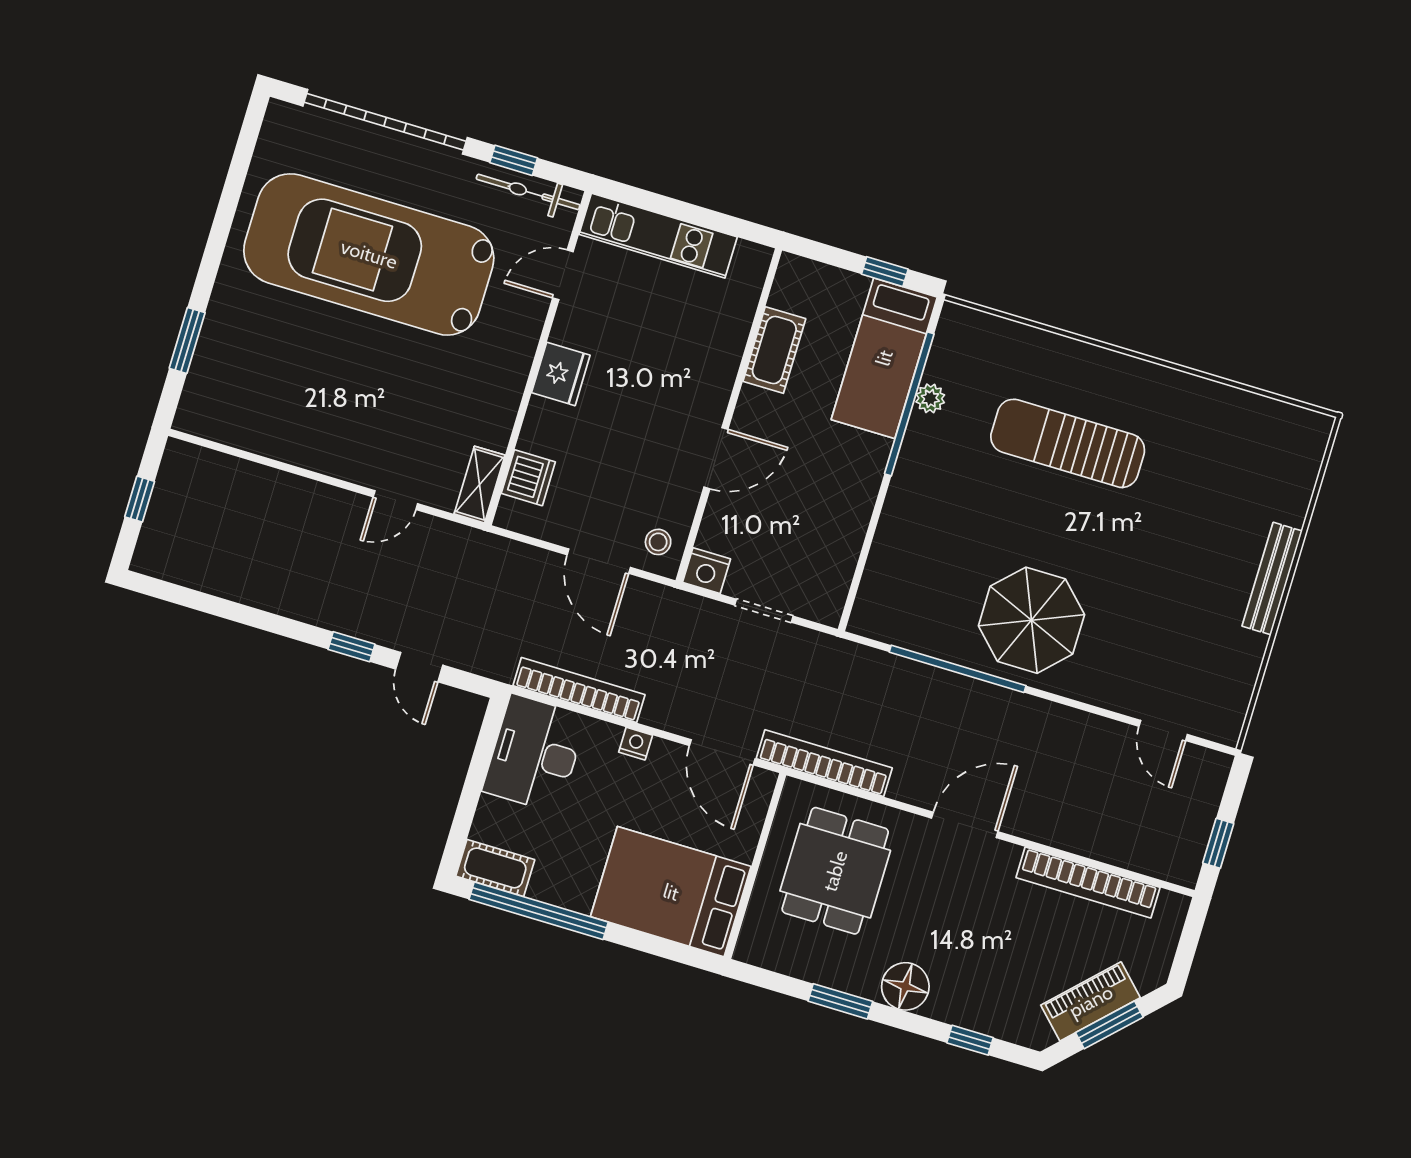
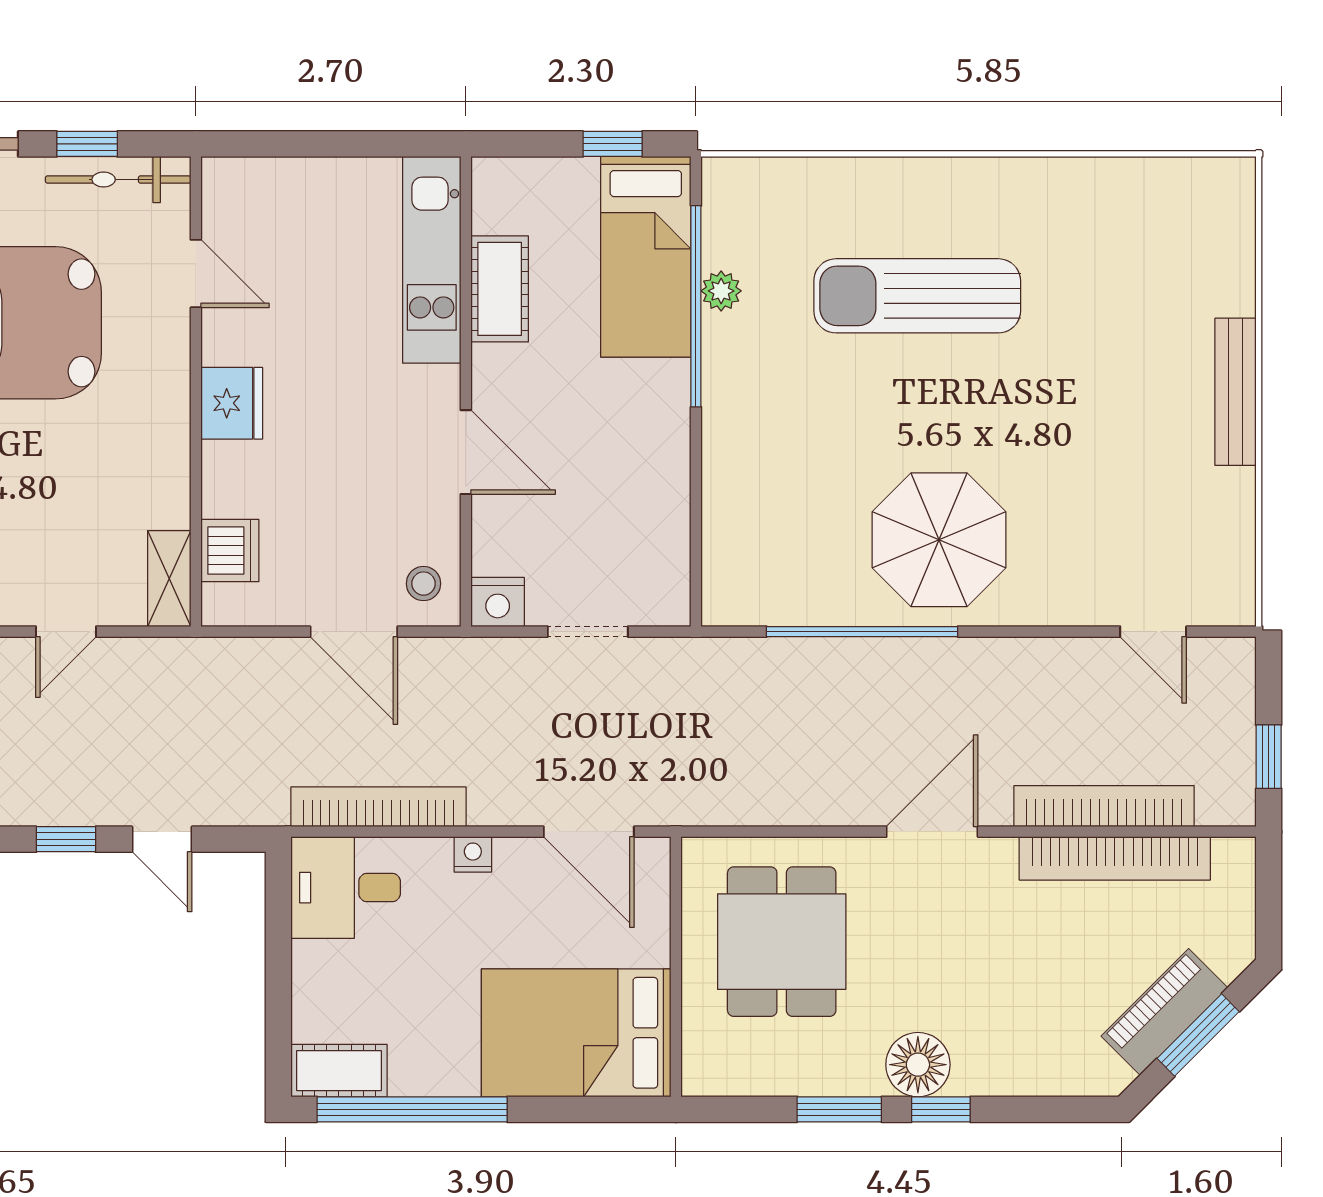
kitchen unit: (658, 236) -> (432, 260), moved, turned 90
door: (563, 275) -> (196, 274), swing flipped
door: (716, 458) -> (466, 452), hinge flipped
desk: (535, 753) -> (346, 888), width x0.73
bookcase: (824, 763) -> (1104, 806), moved
window: (970, 1040) -> (941, 1109), moved

